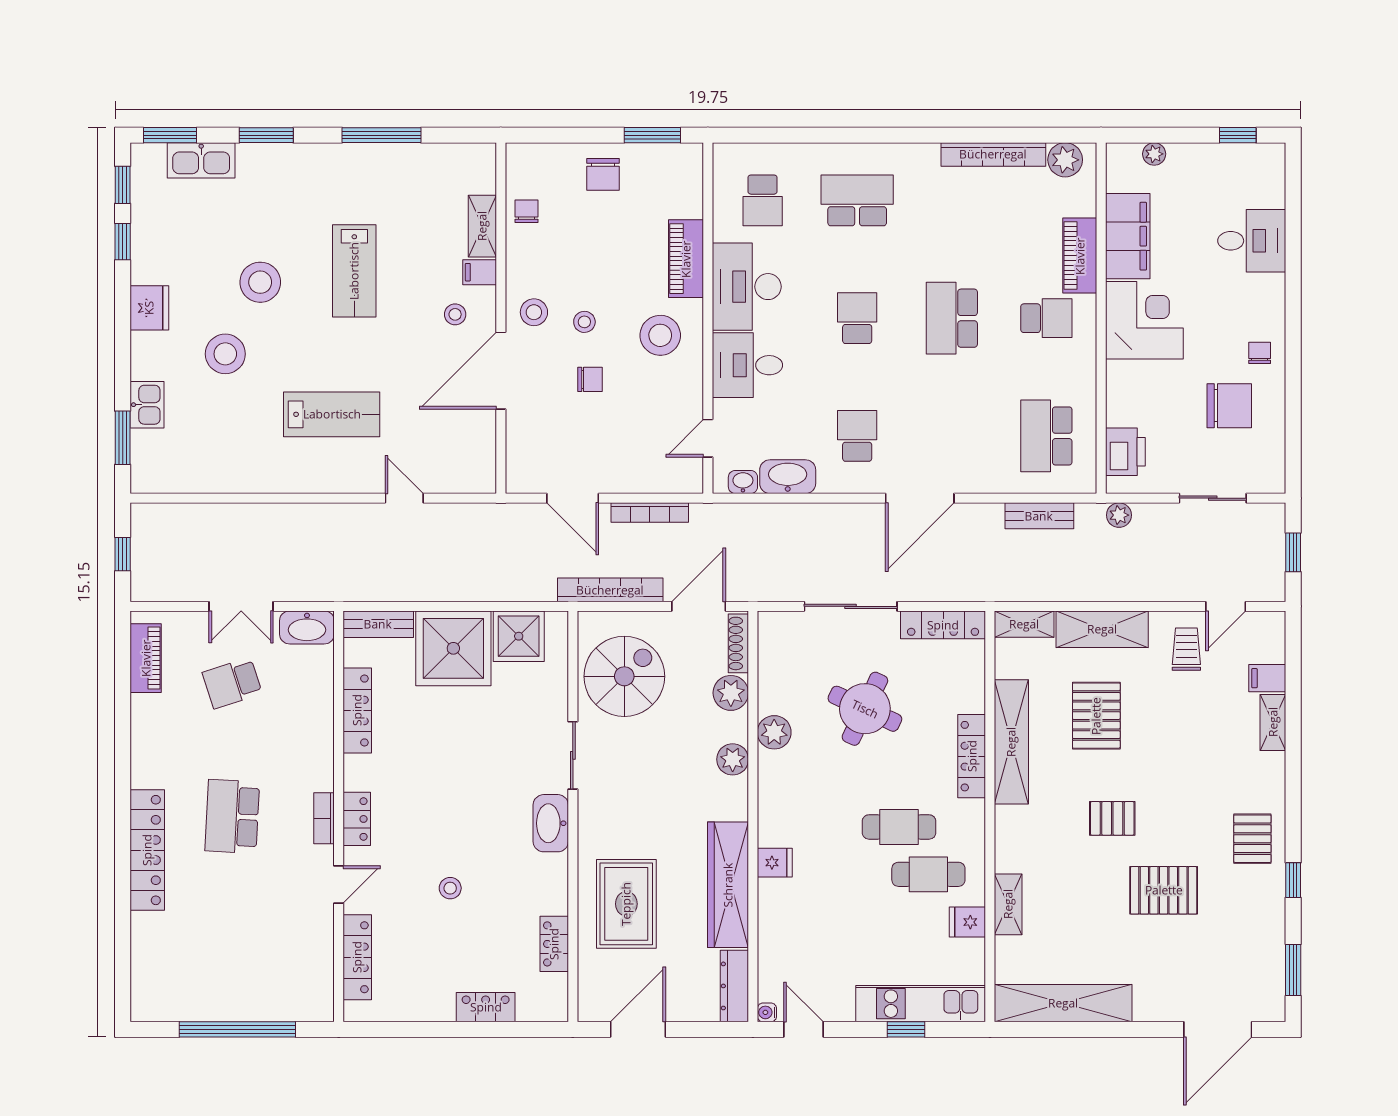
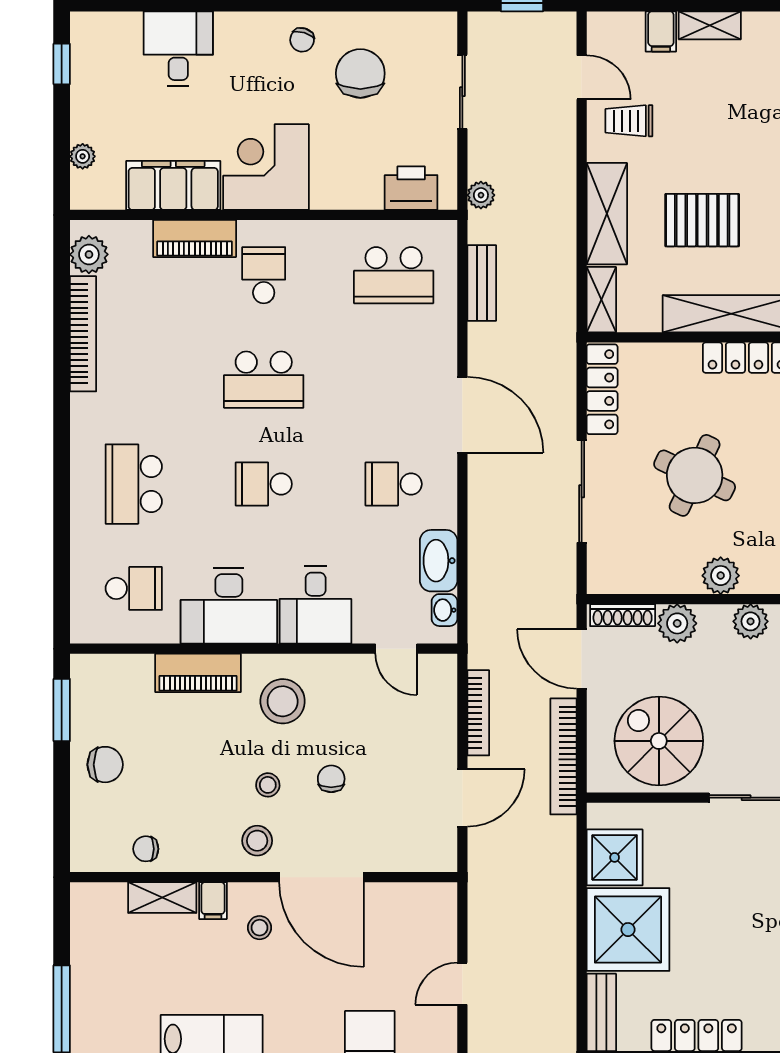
chair: (1260, 353) -> (302, 40), turned -73

